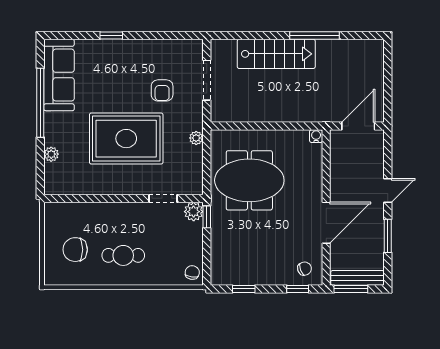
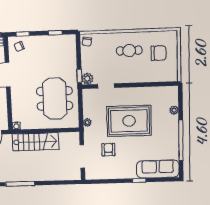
stairs: (276, 54) -> (35, 142), moved, turned 180
sofa: (59, 75) -> (158, 169), moved, turned 90
meeting table: (249, 180) -> (55, 98), turned 90

